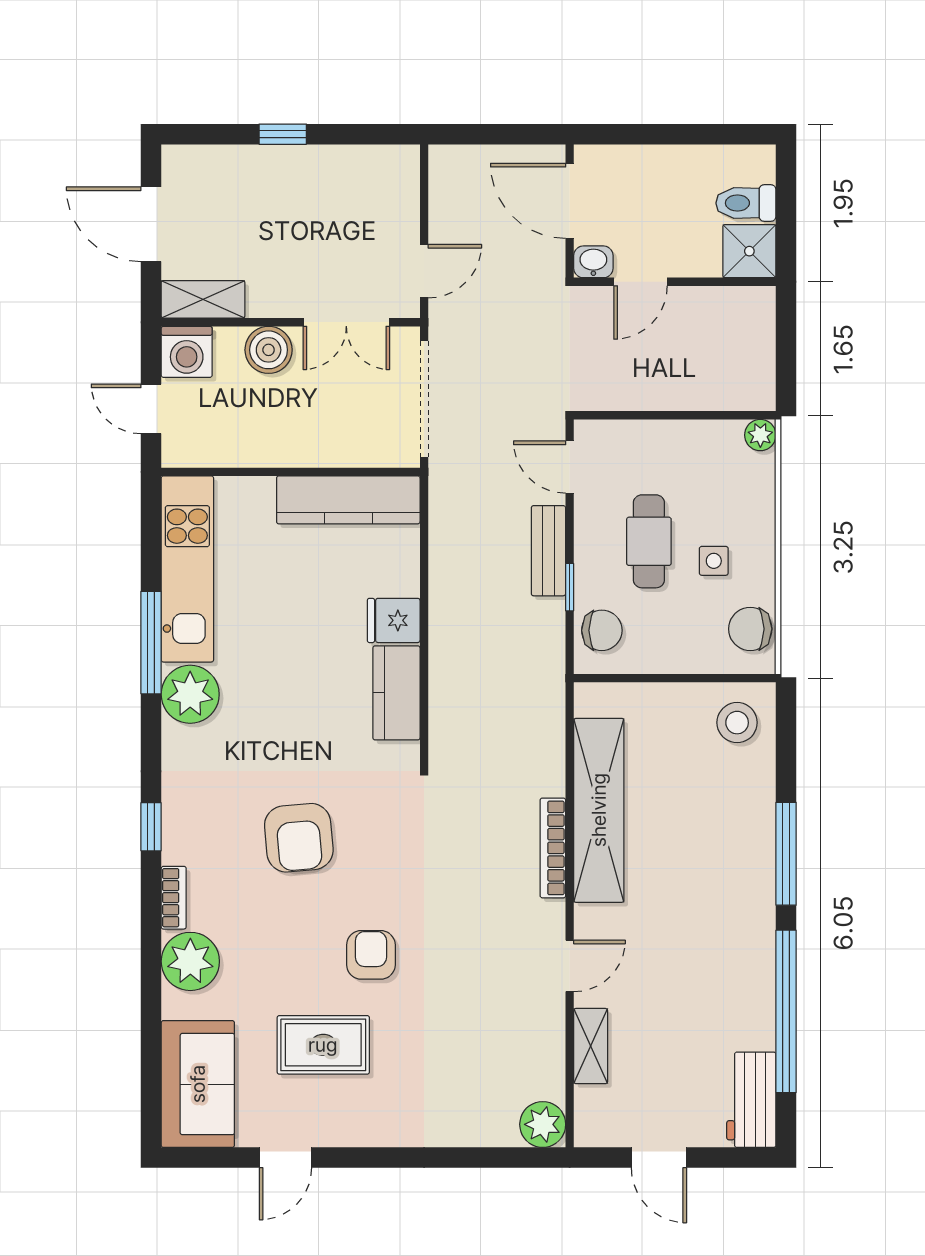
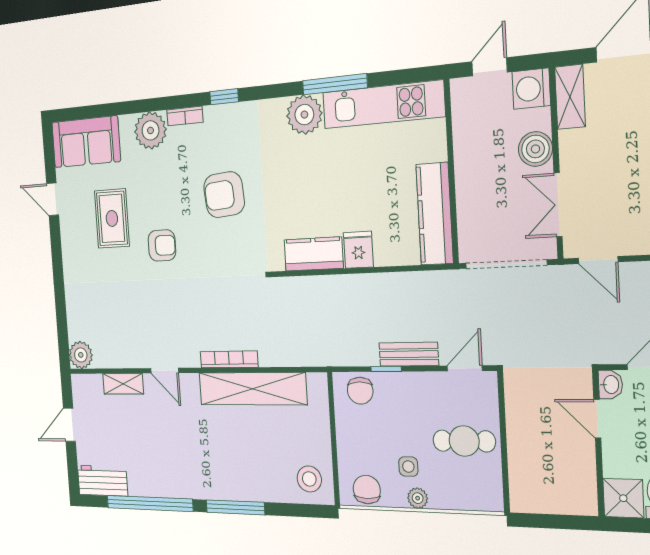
plant: (760, 435) -> (418, 498), moved
cafe table: (649, 541) -> (464, 441), moved

